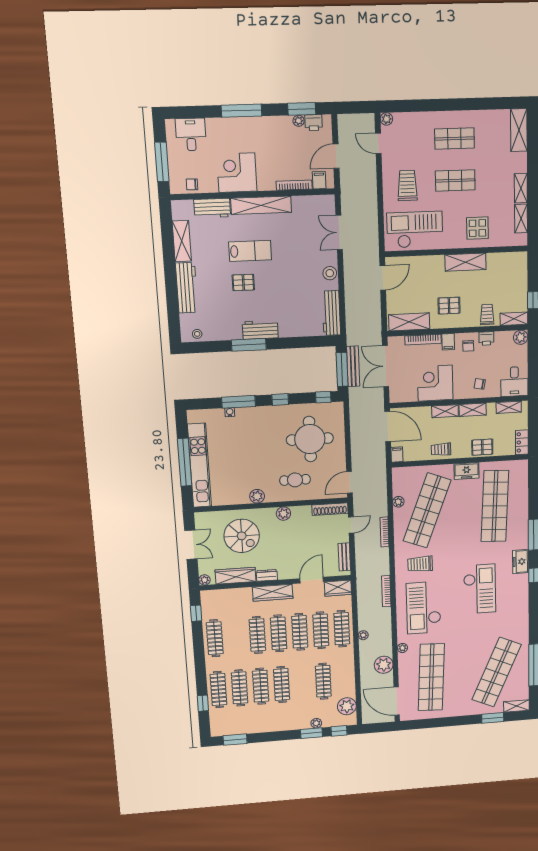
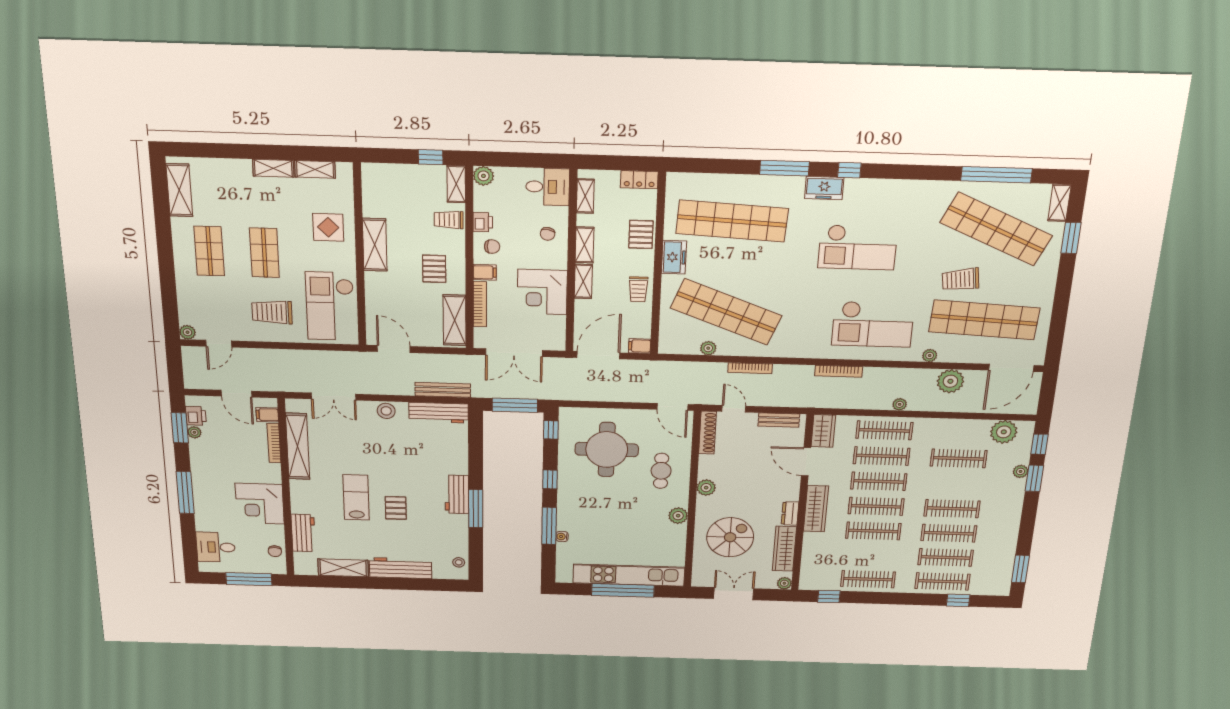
shelving: (519, 130) -> (179, 190), moved, turned 90
shelving: (261, 205) -> (298, 446), moved
bench: (353, 366) -> (443, 390), moved
trolley: (420, 564) -> (961, 280), moved, turned 82
checkout: (480, 589) -> (858, 247), turned 180

